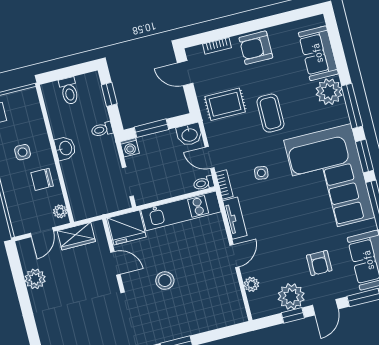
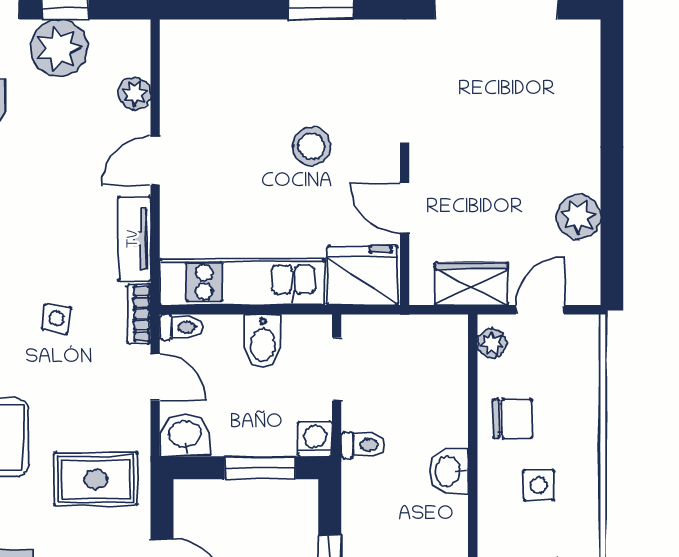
toilet: (102, 129) -> (363, 445), moved
bidet: (165, 186) -> (263, 341), added

